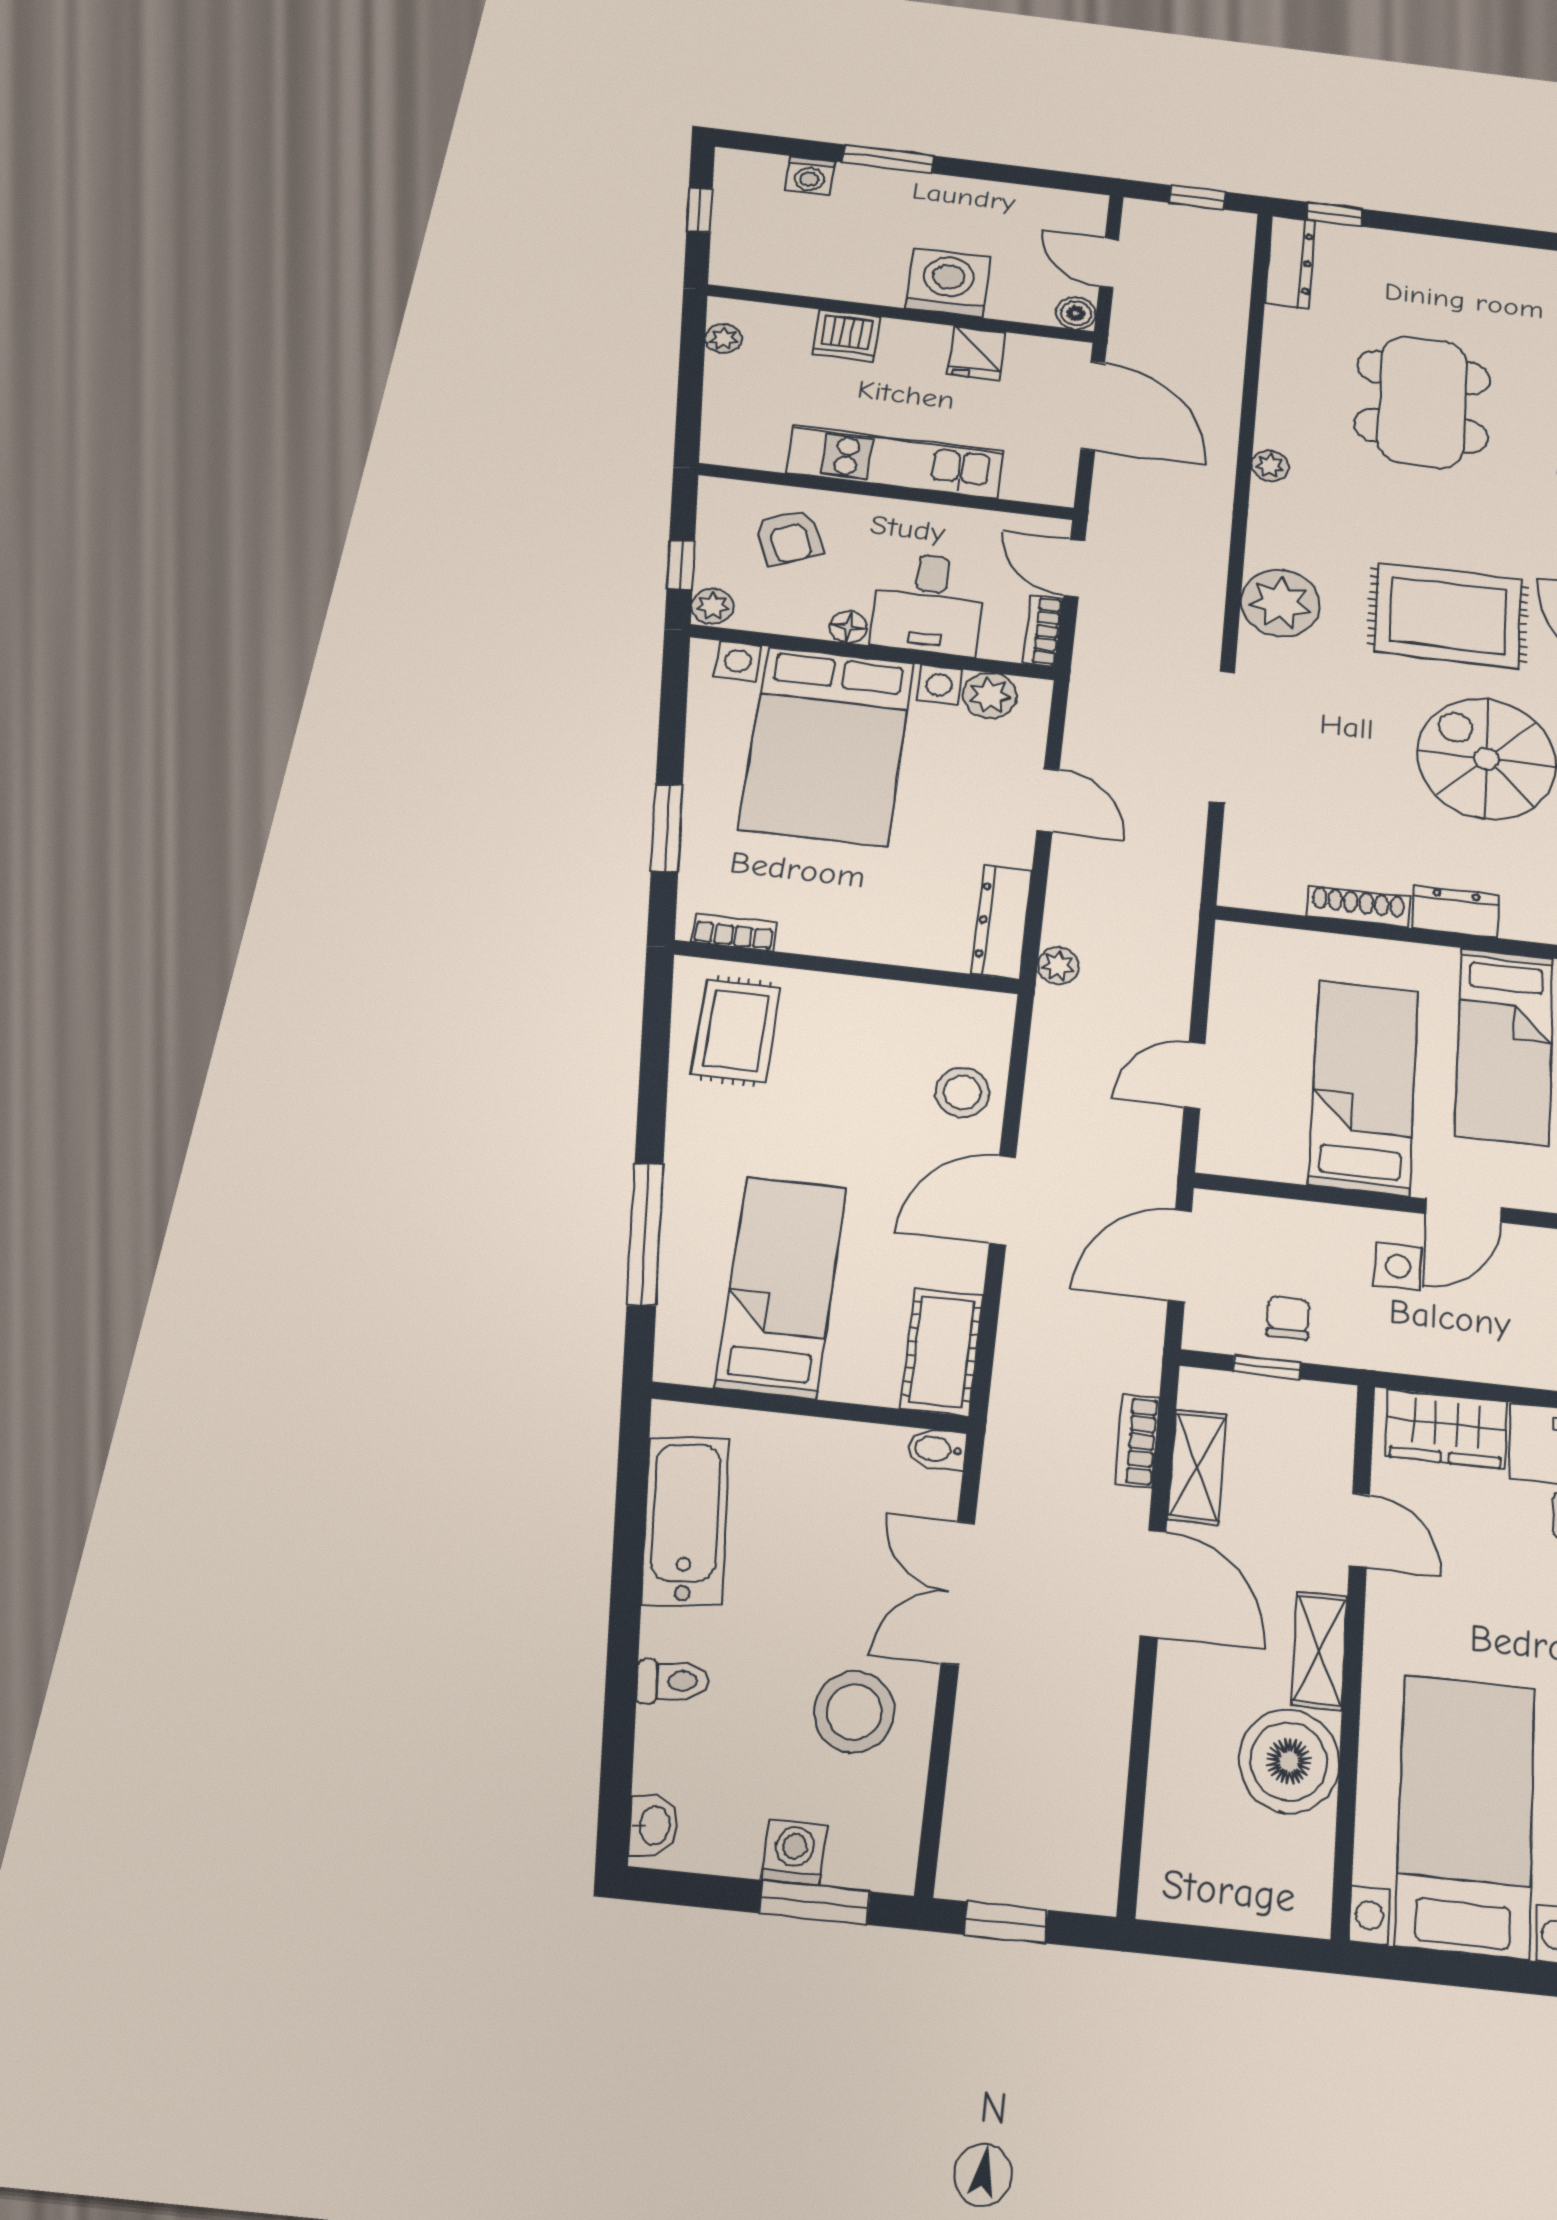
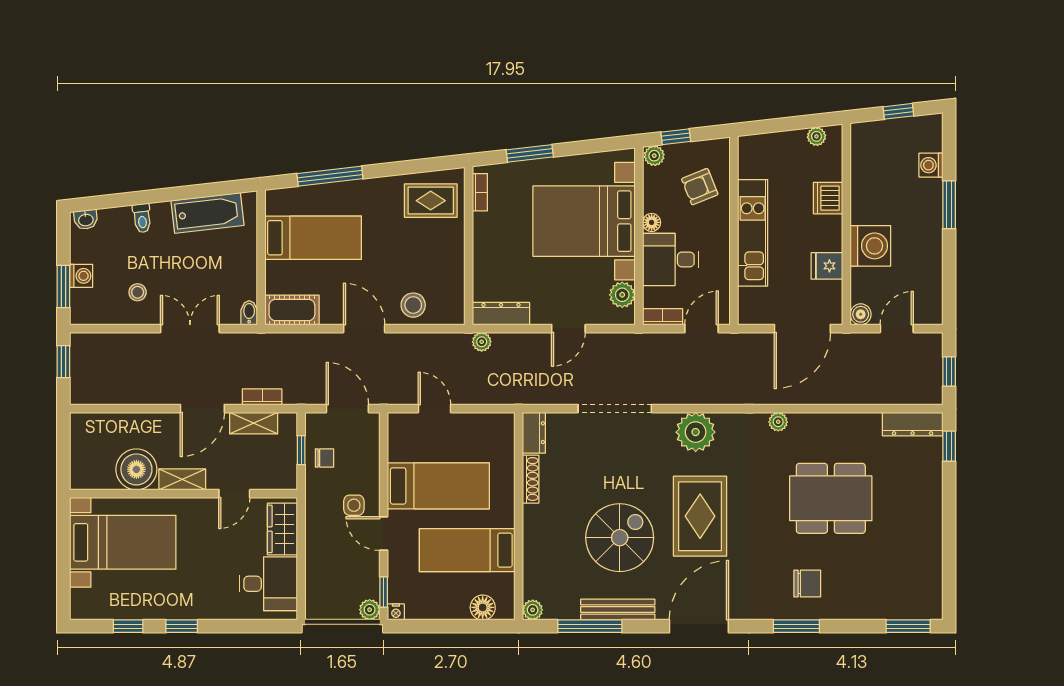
dresser: (1456, 912) -> (534, 433), moved
stool: (854, 1712) -> (138, 292), width x0.53, depth x0.53

